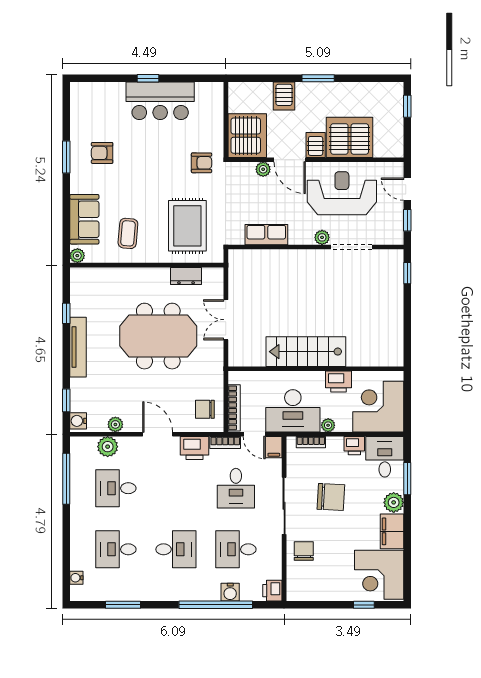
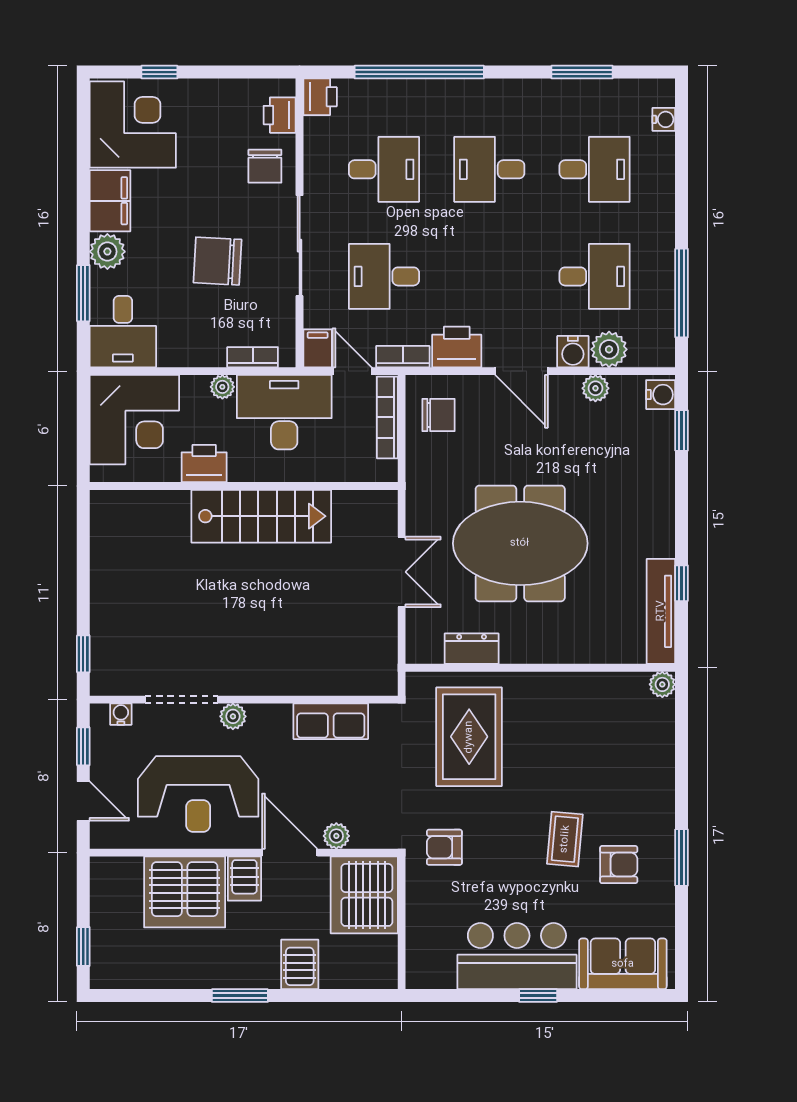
sofa: (84, 219) -> (623, 964), moved, turned 90
coffee table: (128, 233) -> (565, 839), moved
water cooler: (386, 239) -> (121, 714), added
tv unit: (78, 347) -> (661, 611), moved
printer: (354, 446) -> (280, 115), moved, turned -90
desk: (236, 488) -> (384, 276), turned -90
water cooler: (230, 592) -> (573, 352), moved, turned 180

